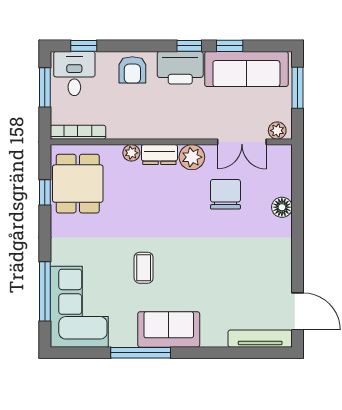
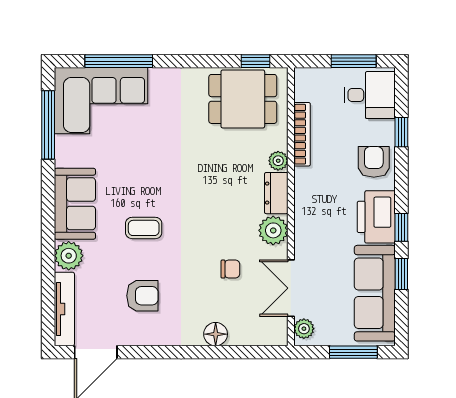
window: (84, 46) -> (401, 132), moved
armchair: (132, 70) -> (374, 162), turned 90
bookcase: (78, 132) -> (302, 134), moved
window: (45, 192) -> (256, 61), moved
chair: (225, 194) -> (230, 269), width x0.54, depth x0.54
coffee table: (144, 268) -> (144, 228), moved
armchair: (249, 271) -> (142, 296), added
plant: (214, 335) -> (69, 256), added
window: (141, 353) -> (48, 125), moved

